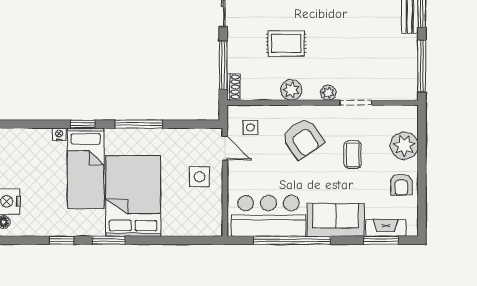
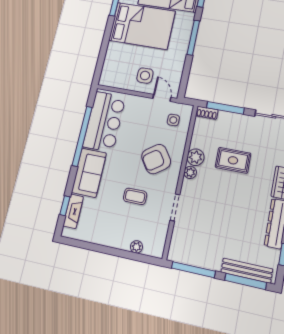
rug: (286, 43) -> (233, 160), turned 90
plant: (328, 93) -> (190, 172), moved
plant: (404, 146) -> (136, 247), width x0.53, depth x0.53
door: (225, 148) -> (162, 98), swing flipped
armchair: (401, 185) -> (103, 231), removed
window: (381, 240) -> (65, 206), width x0.67

